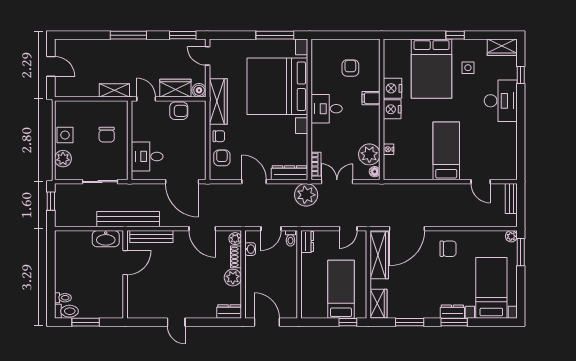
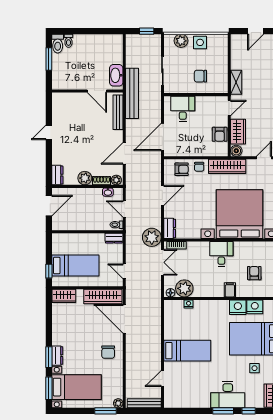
armchair: (350, 68) -> (254, 273), turned -90
window: (521, 106) -> (223, 411), added
nightstand: (392, 109) -> (255, 307), moved
dresser: (290, 173) -> (170, 228), width x0.70
bench: (511, 199) -> (144, 403), width x1.36
window: (410, 322) -> (49, 388), moved

